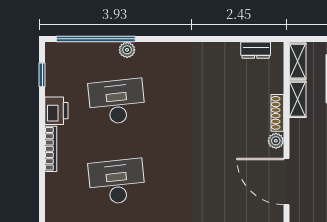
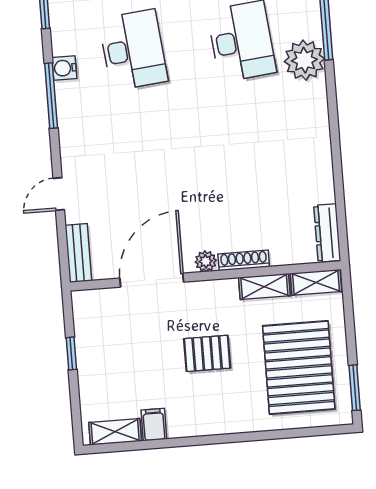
plant: (127, 50) -> (304, 60), width x1.87, depth x1.87
dresser: (256, 50) -> (327, 233), width x1.44

